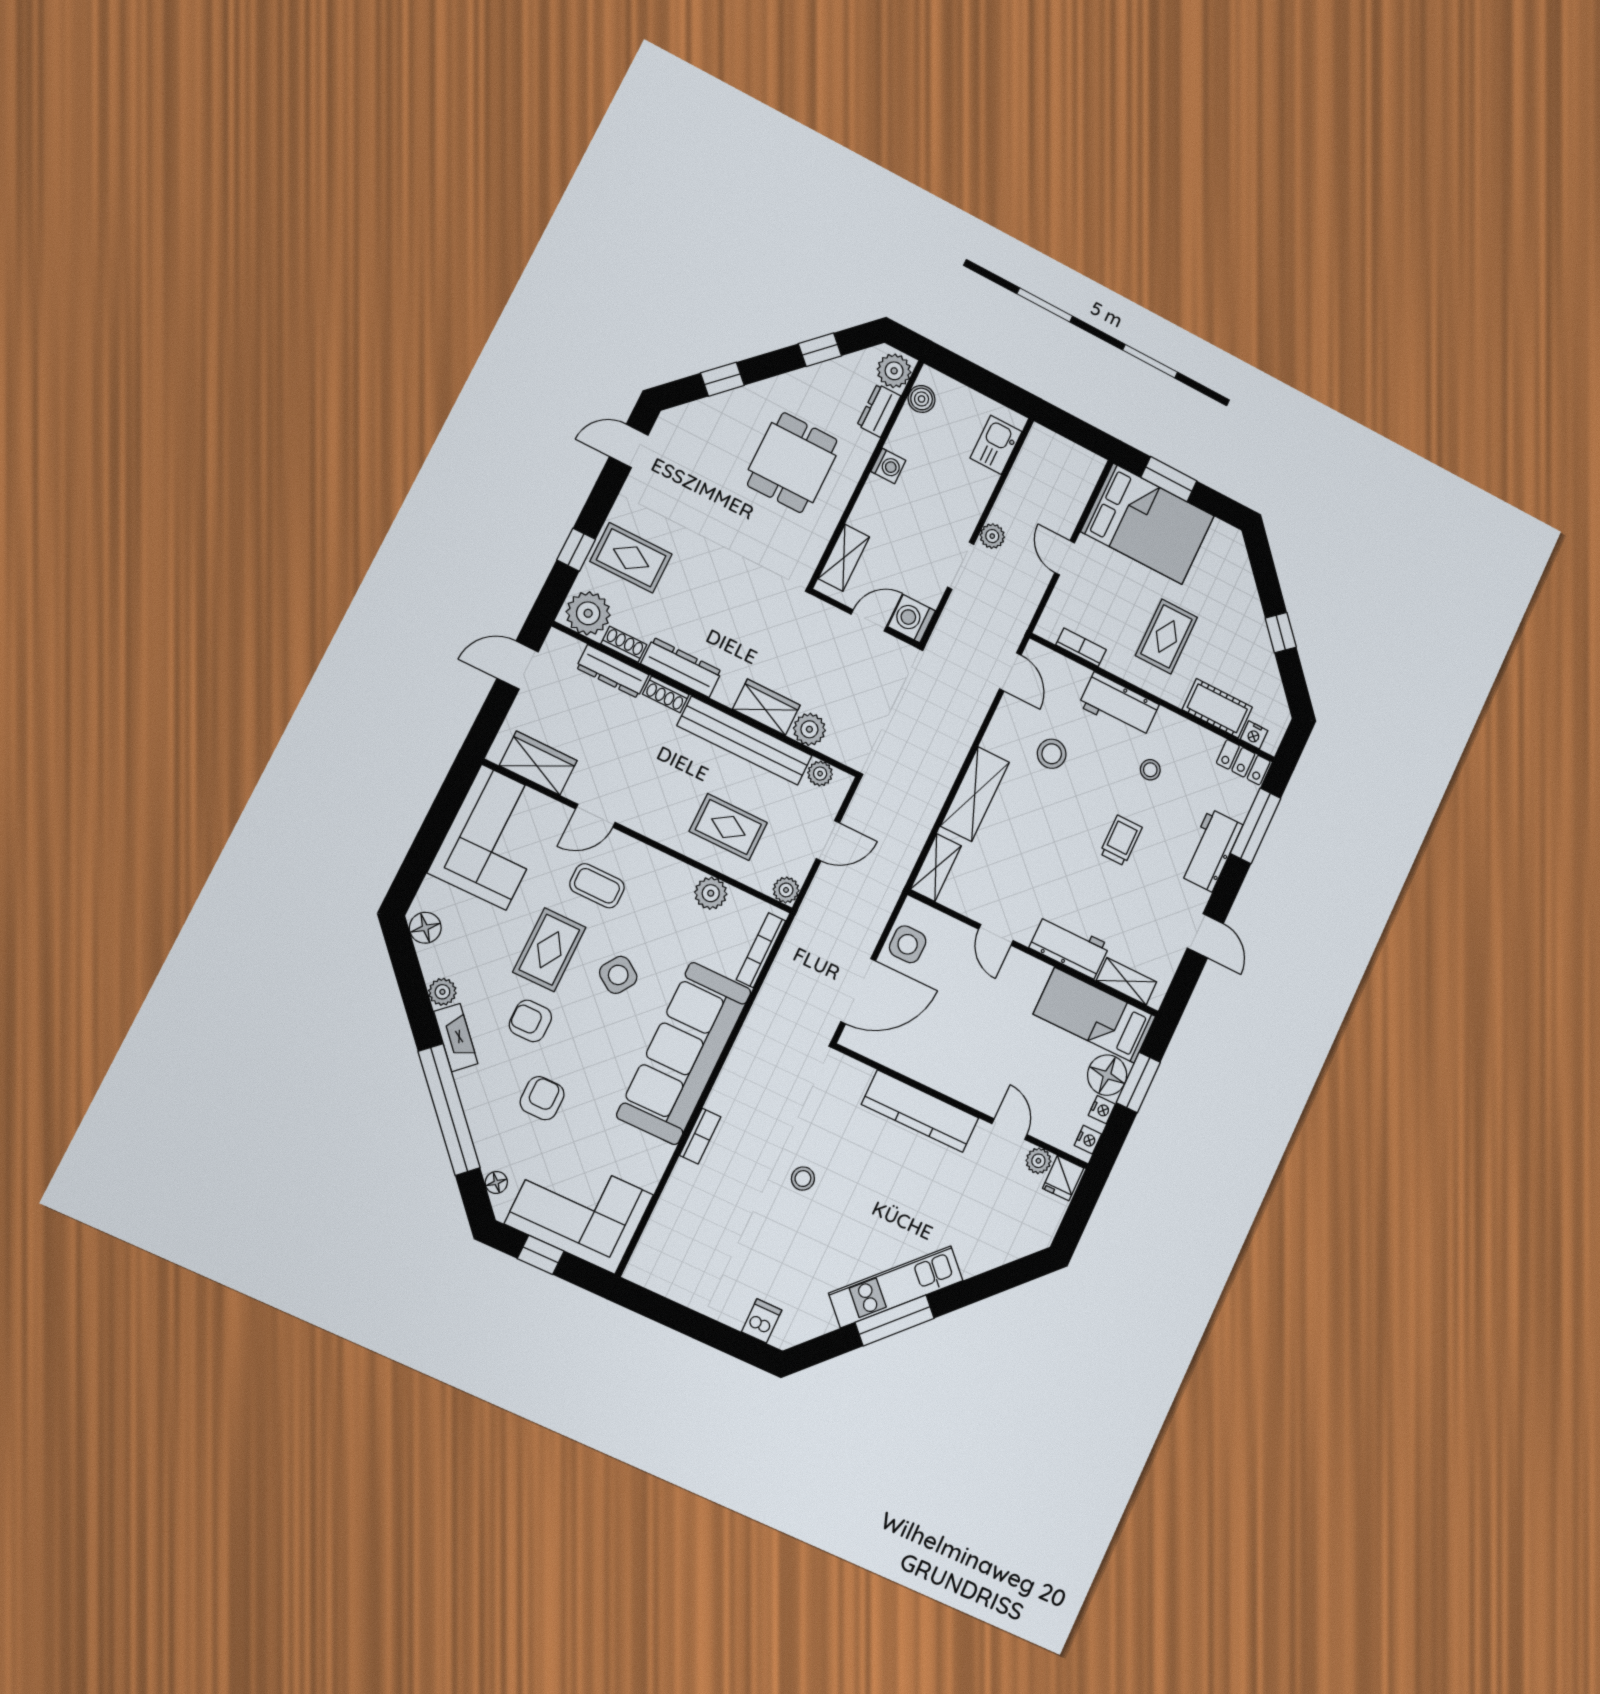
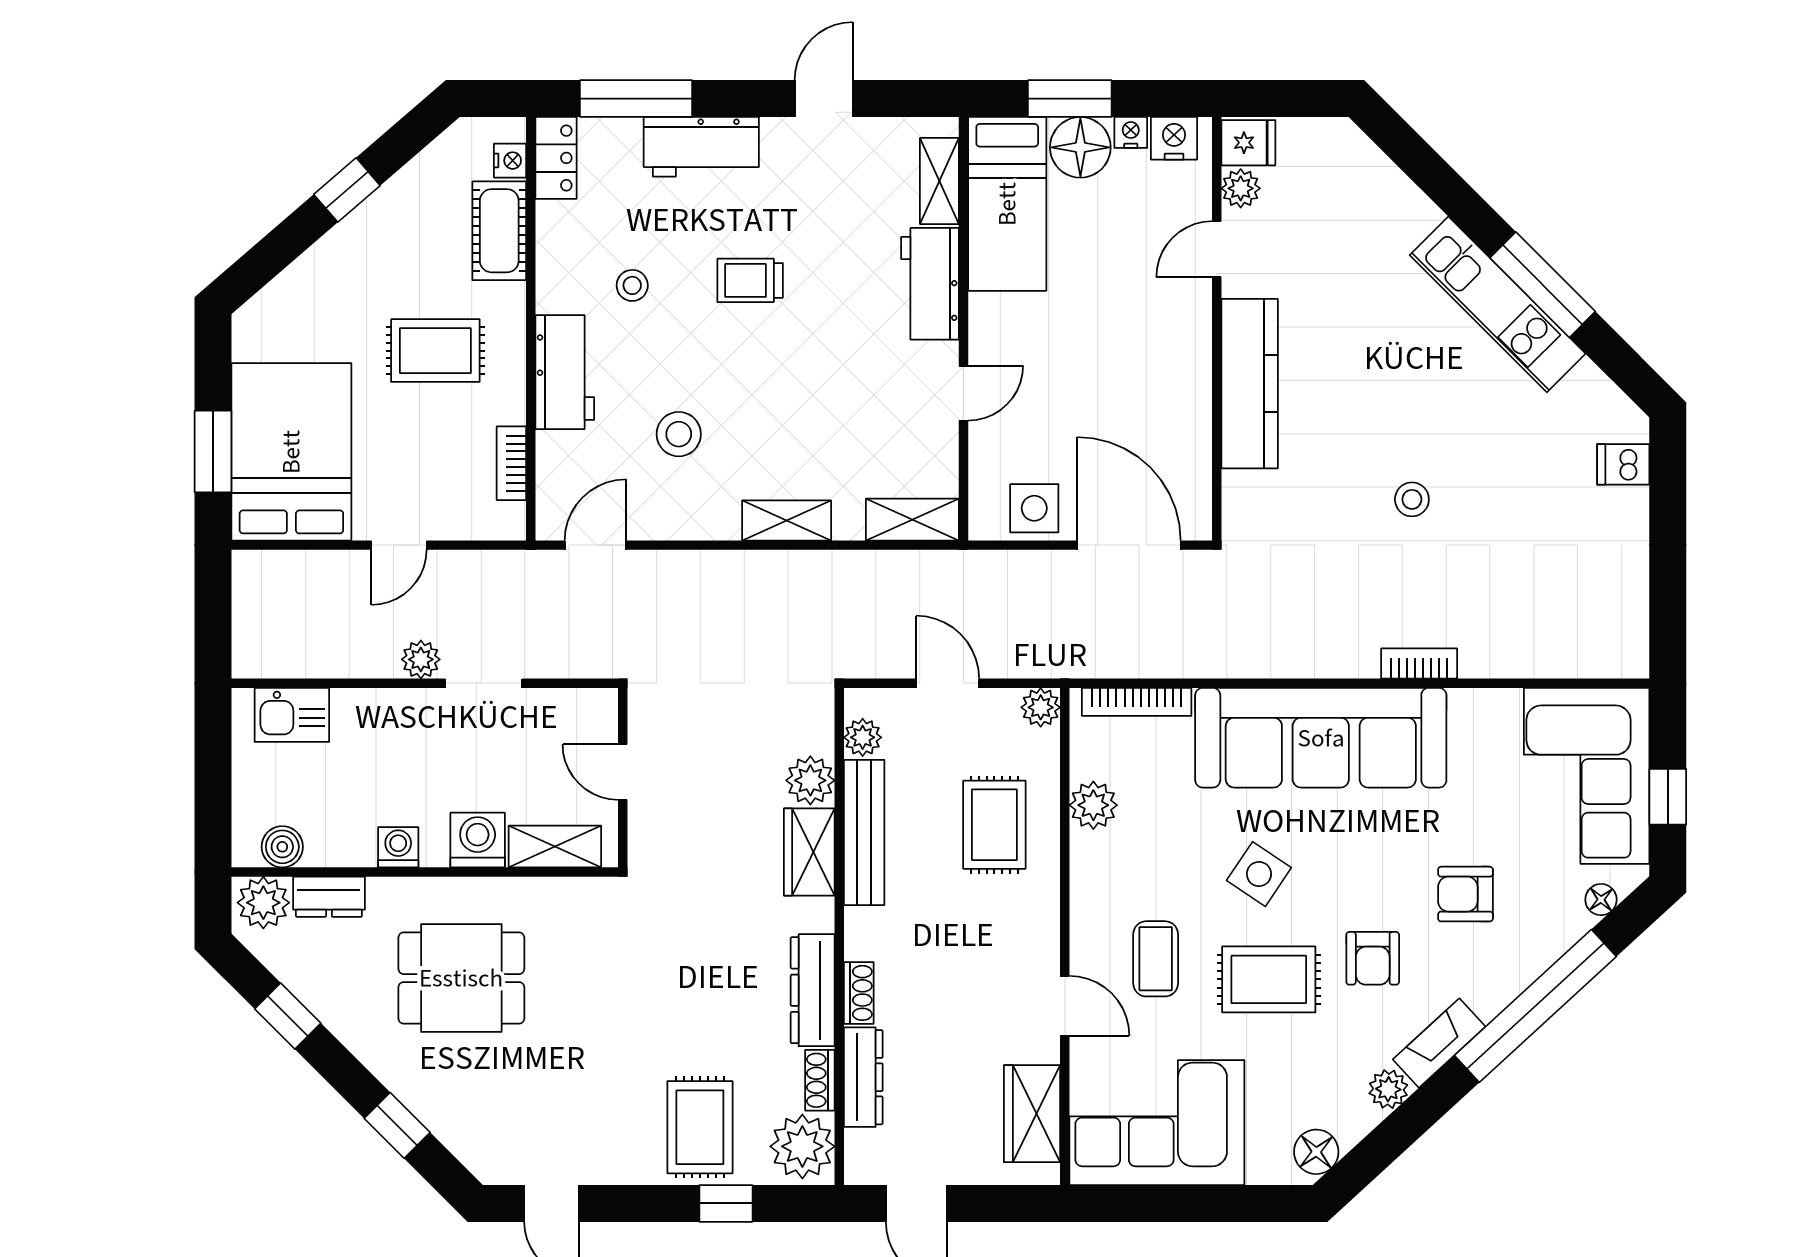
washing machine: (912, 619) -> (478, 840), moved, turned 180
bench: (745, 741) -> (864, 832), width x0.73, depth x0.82
shelving: (975, 794) -> (787, 520), width x0.67, depth x0.75
nightstand: (1088, 1140) -> (1174, 138), width x1.39, depth x1.35

